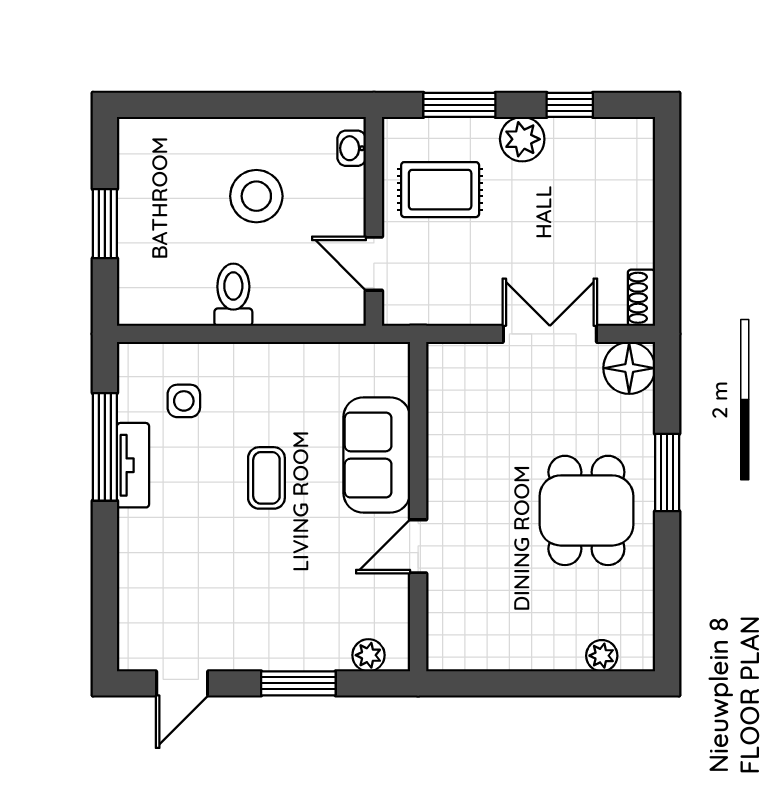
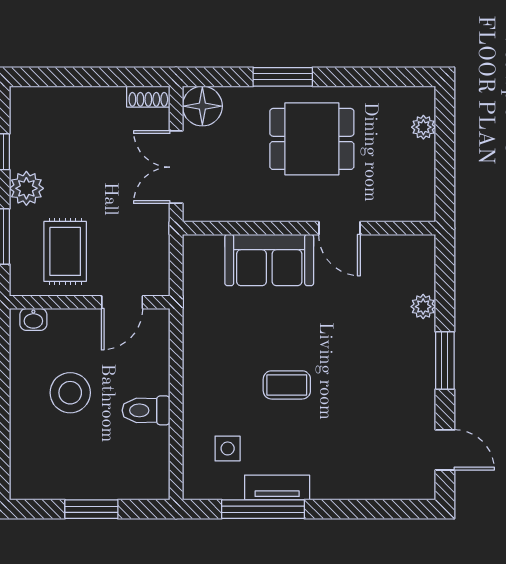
sofa: (377, 455) -> (269, 260), moved
wall: (418, 507) -> (309, 228), moved
door: (418, 546) -> (339, 228), moved

